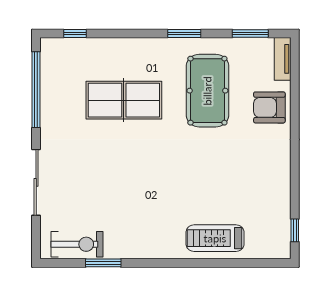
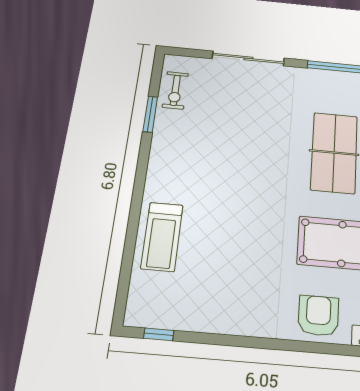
treadmill: (215, 238) -> (162, 237), turned 180
exercise bike: (77, 244) -> (175, 90), width x0.73, depth x0.72

